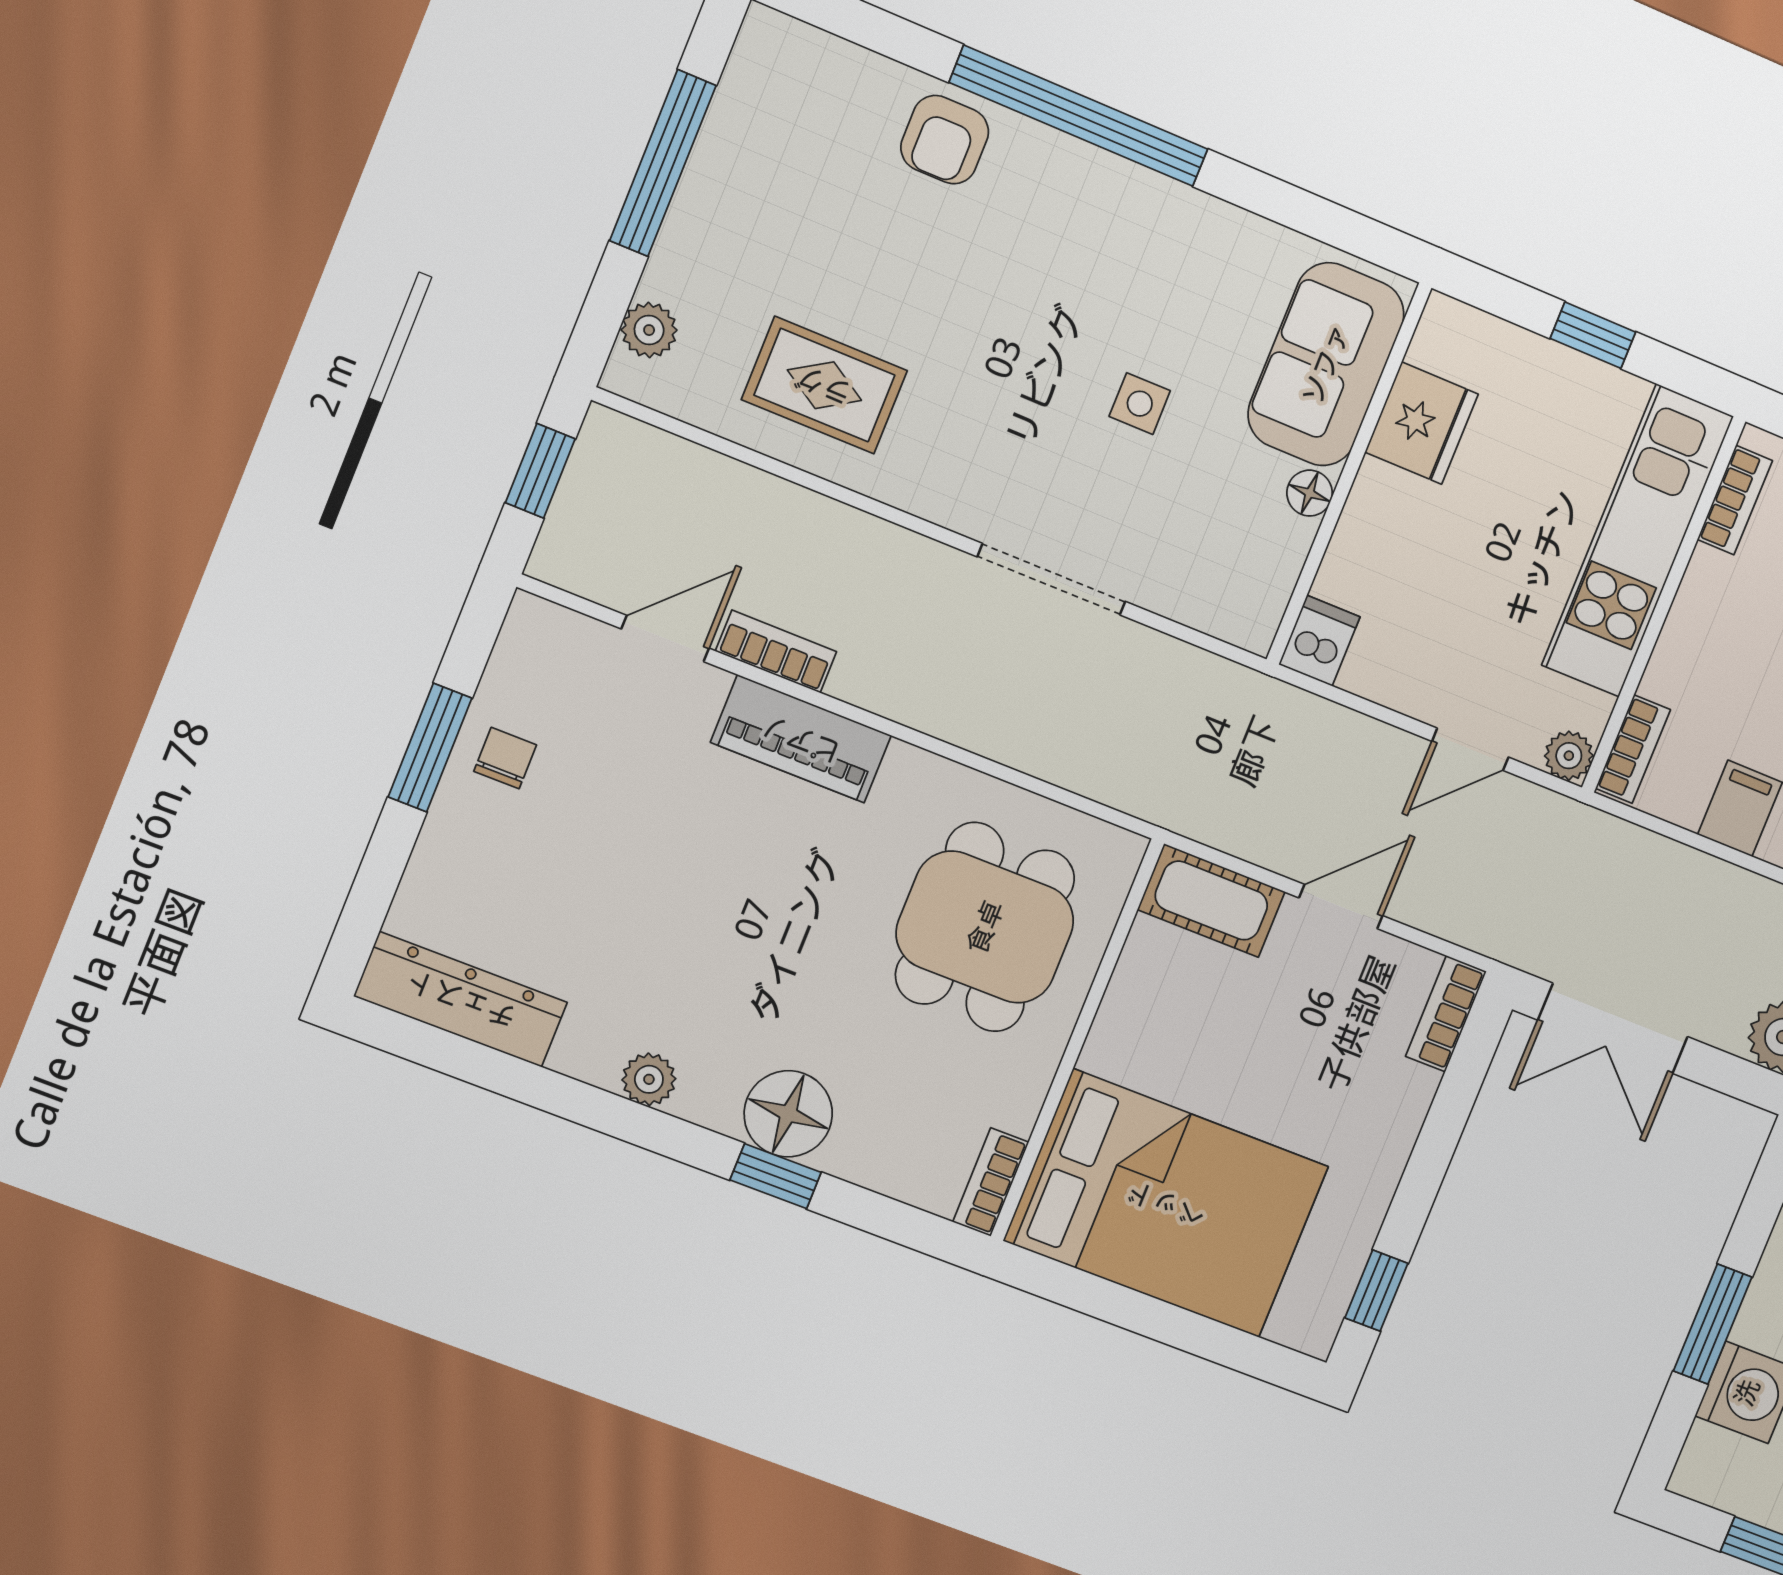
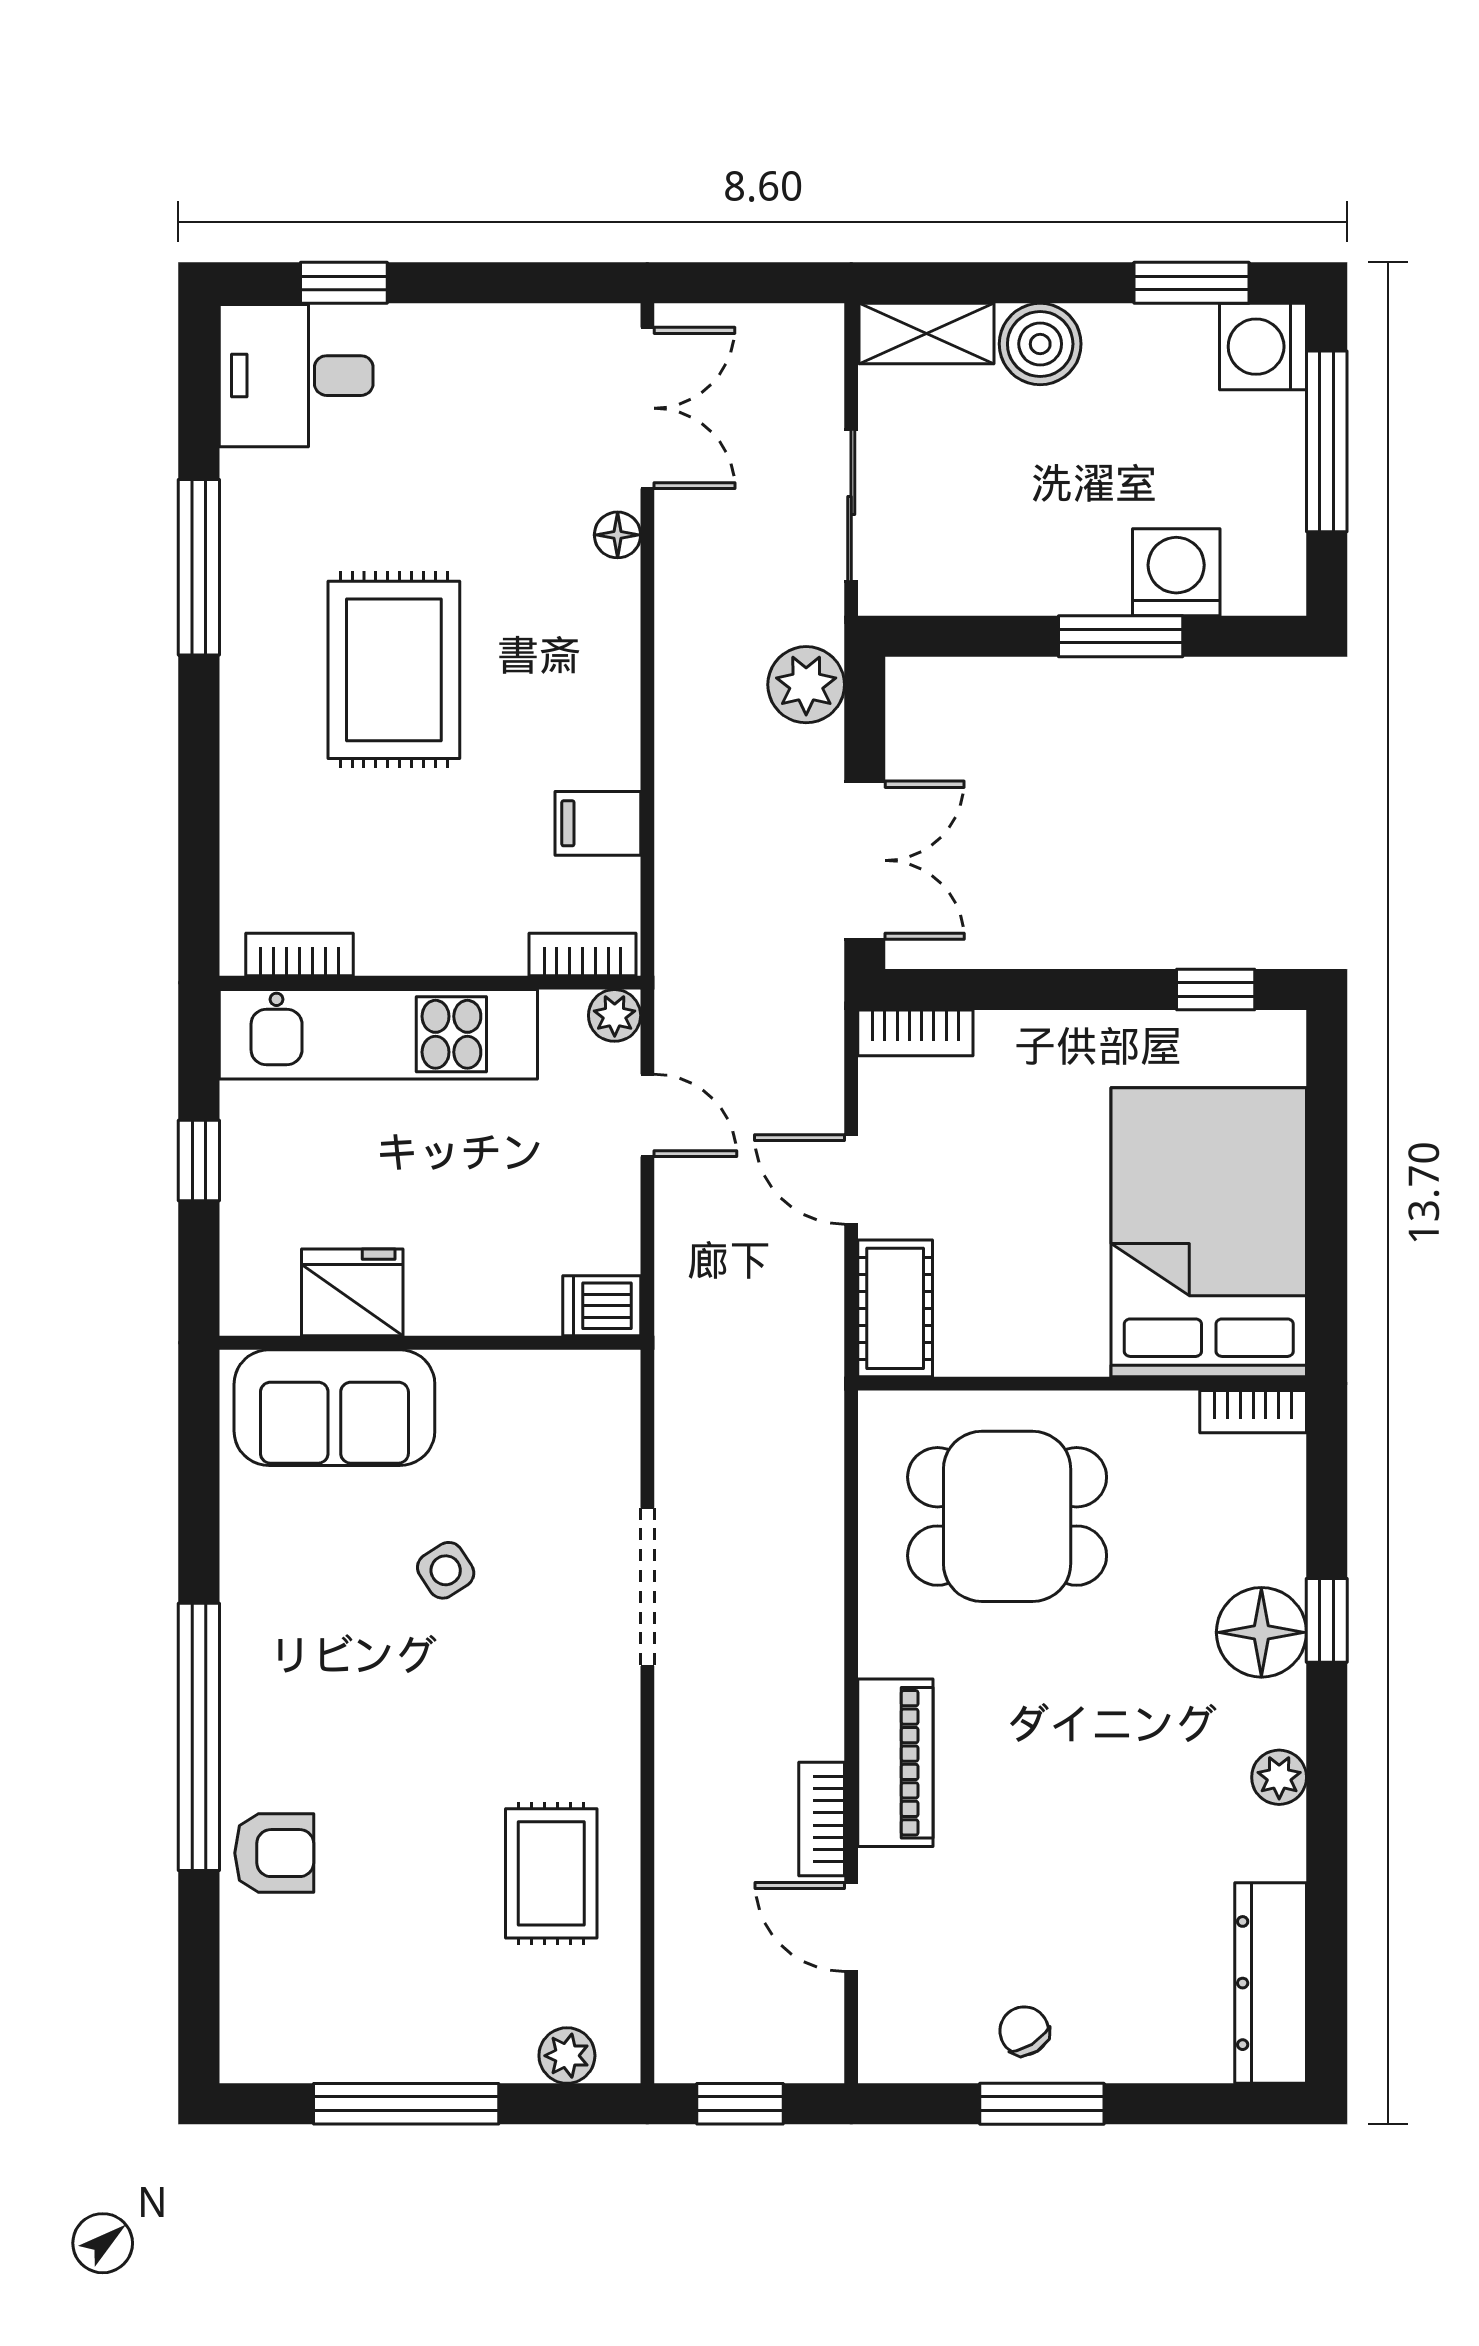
side table: (1140, 404) -> (446, 1570), turned -33
floor lamp: (1310, 493) -> (464, 1373), removed
chair: (505, 758) -> (1024, 2031), turned 58

